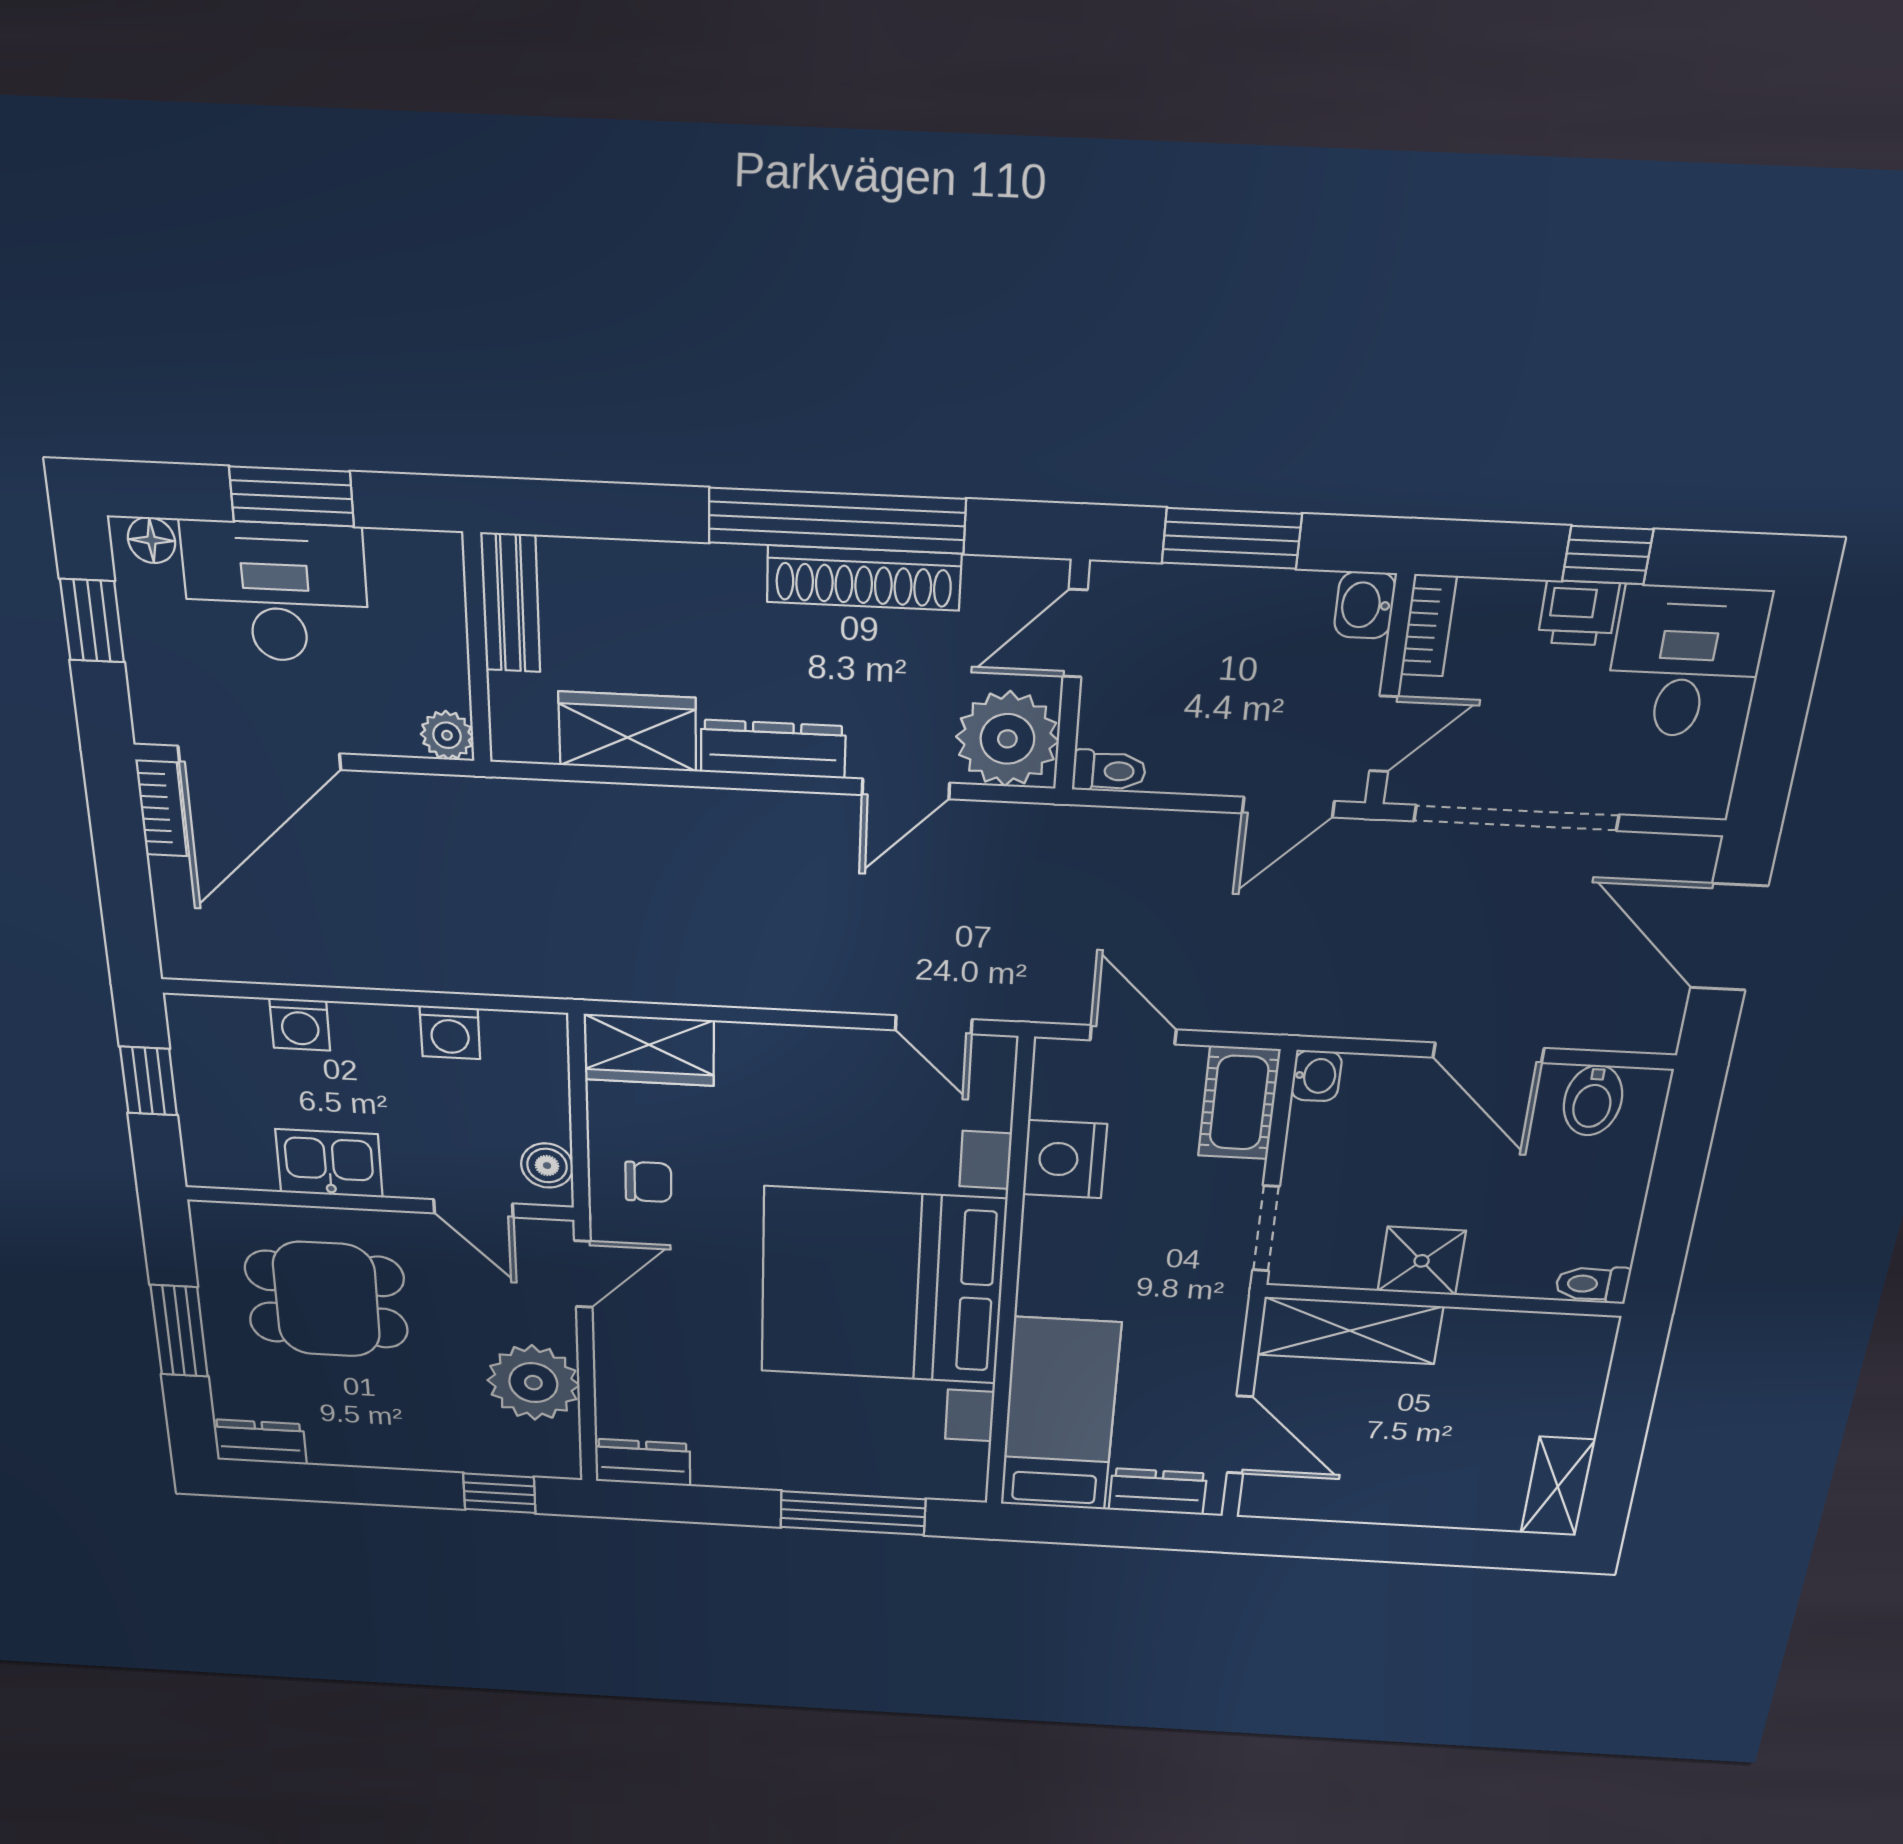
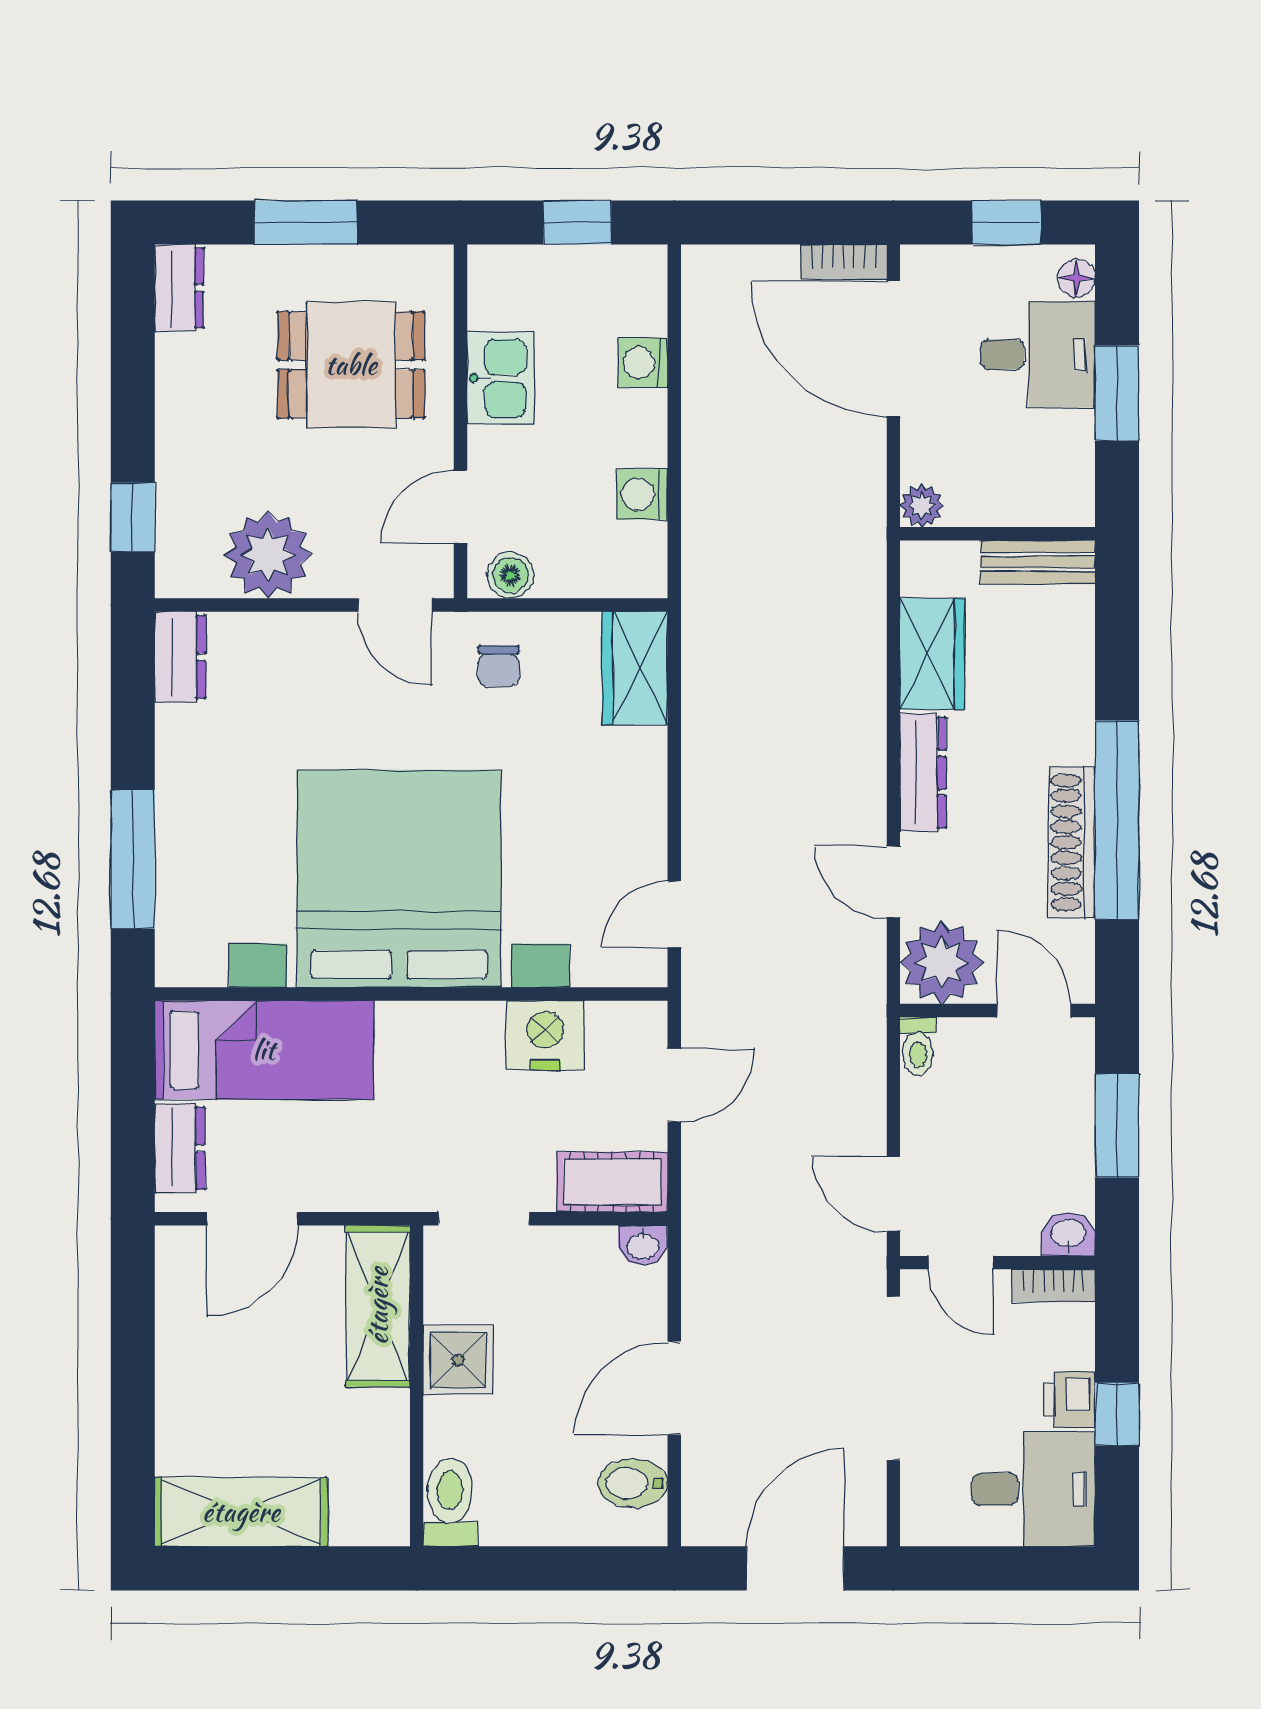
desk: (276, 592) -> (1038, 354), width x0.73
toilet: (1592, 1284) -> (450, 1502), width x1.37, depth x1.39
dining table: (327, 1299) -> (351, 365), turned 90
shelving: (1558, 1487) -> (241, 1512), width x1.50, depth x1.33

